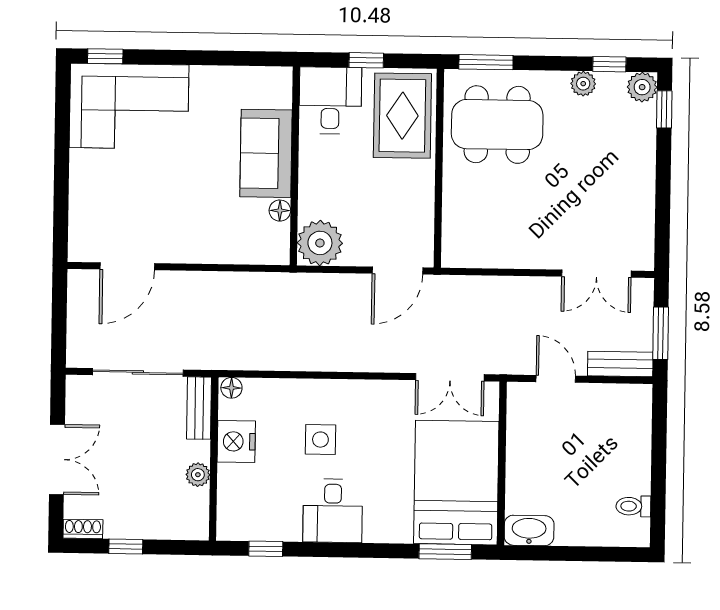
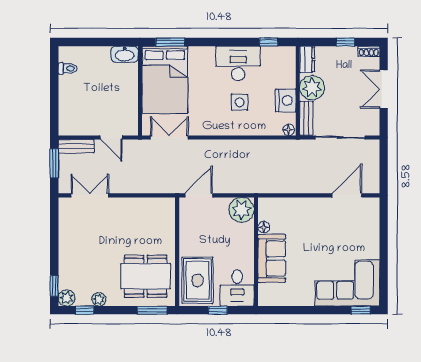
plant: (198, 475) -> (312, 88), width x1.87, depth x1.87
desk: (333, 511) -> (238, 63), width x1.37
dresser: (196, 516) -> (307, 59), added

